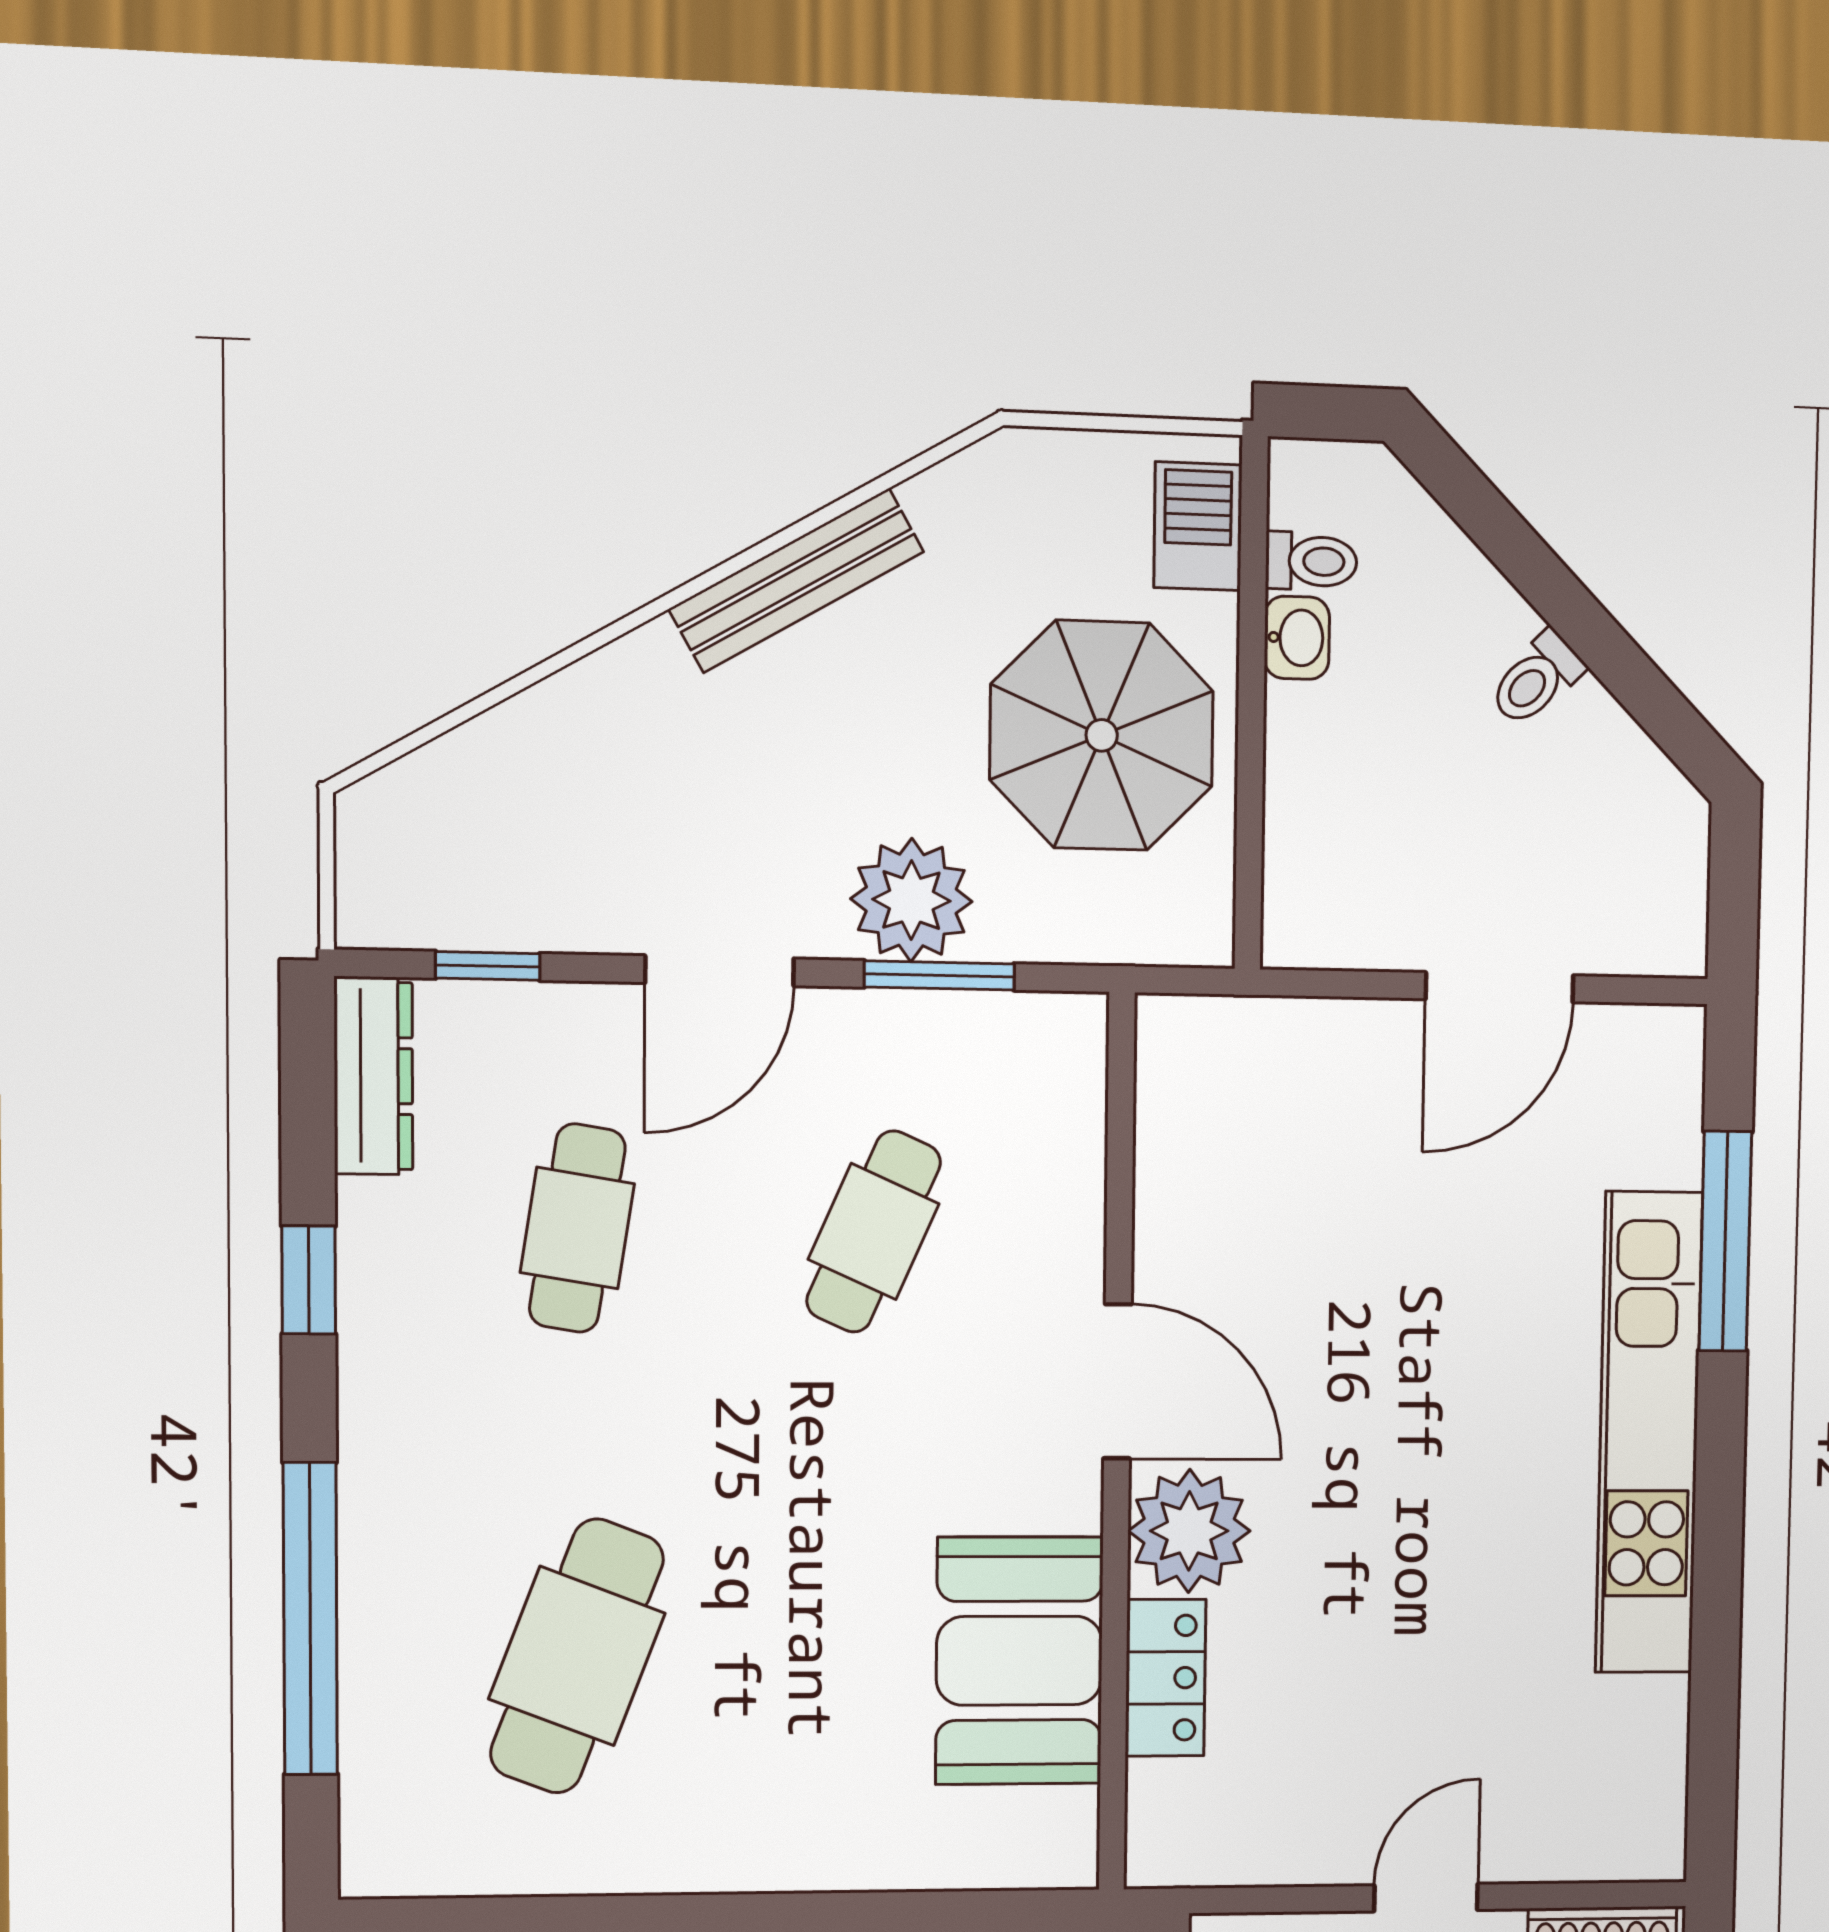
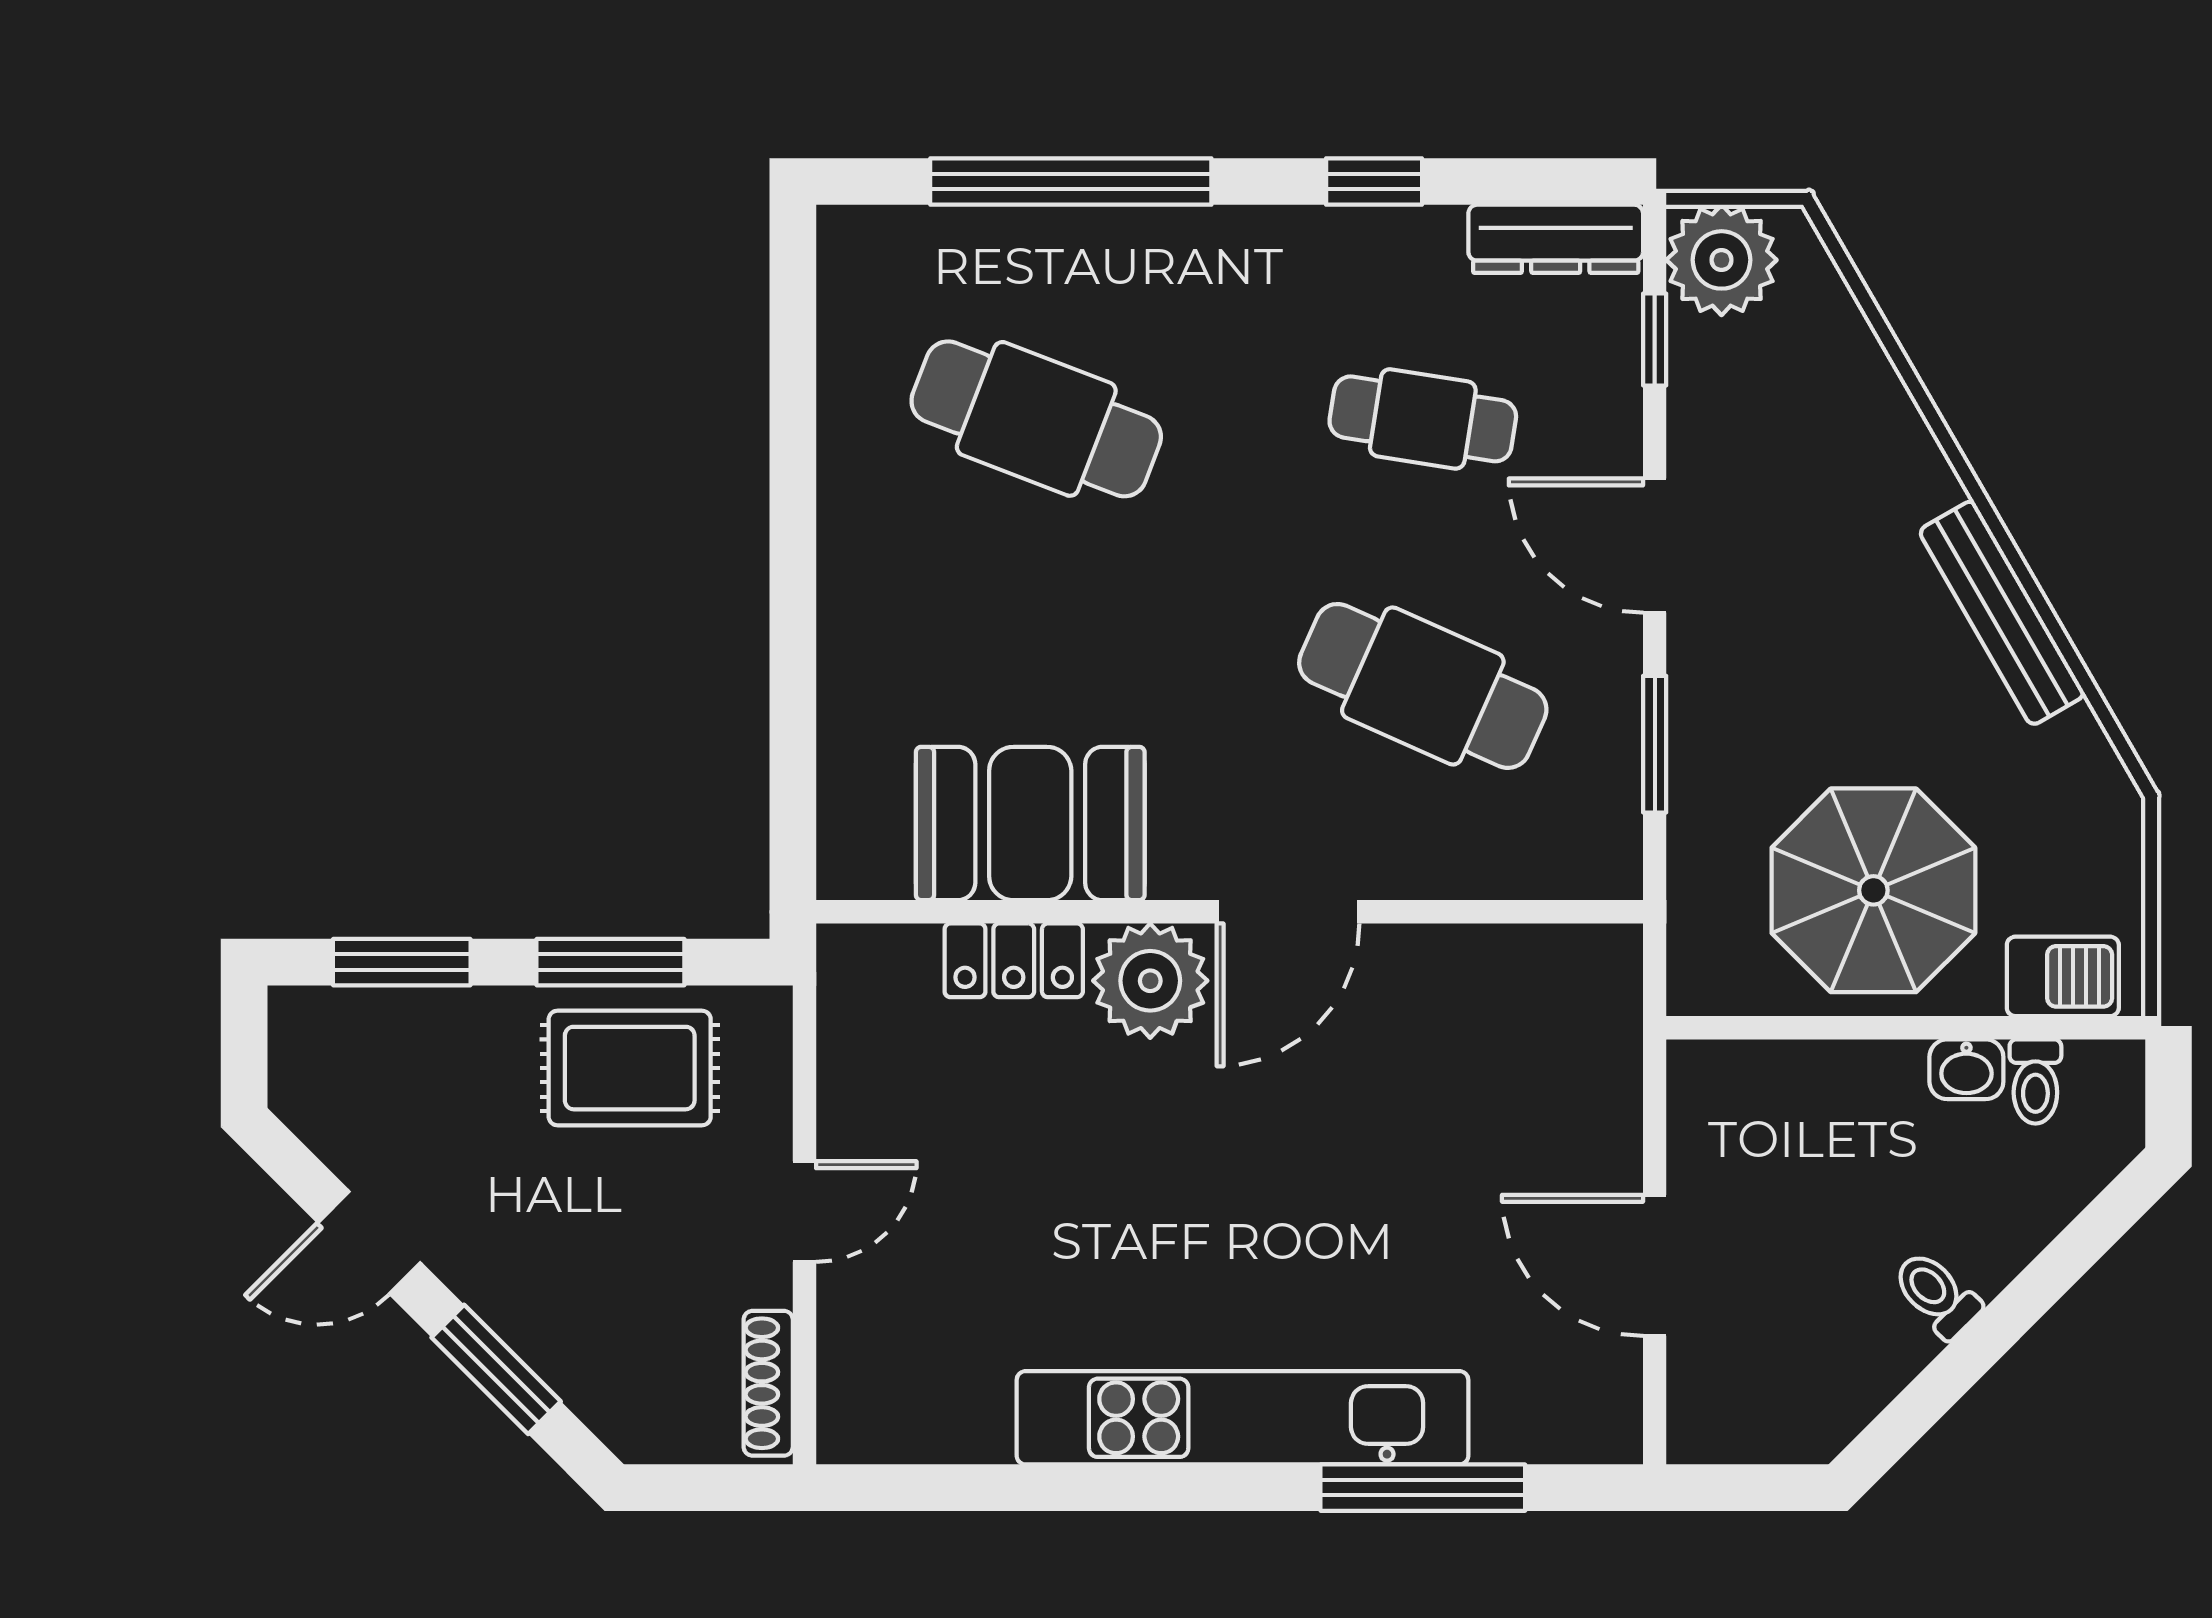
plant: (911, 900) -> (1722, 260), moved
cafe table: (874, 1231) -> (1423, 686), width x1.37, depth x1.35
door: (1426, 1898) -> (804, 1212), hinge flipped

